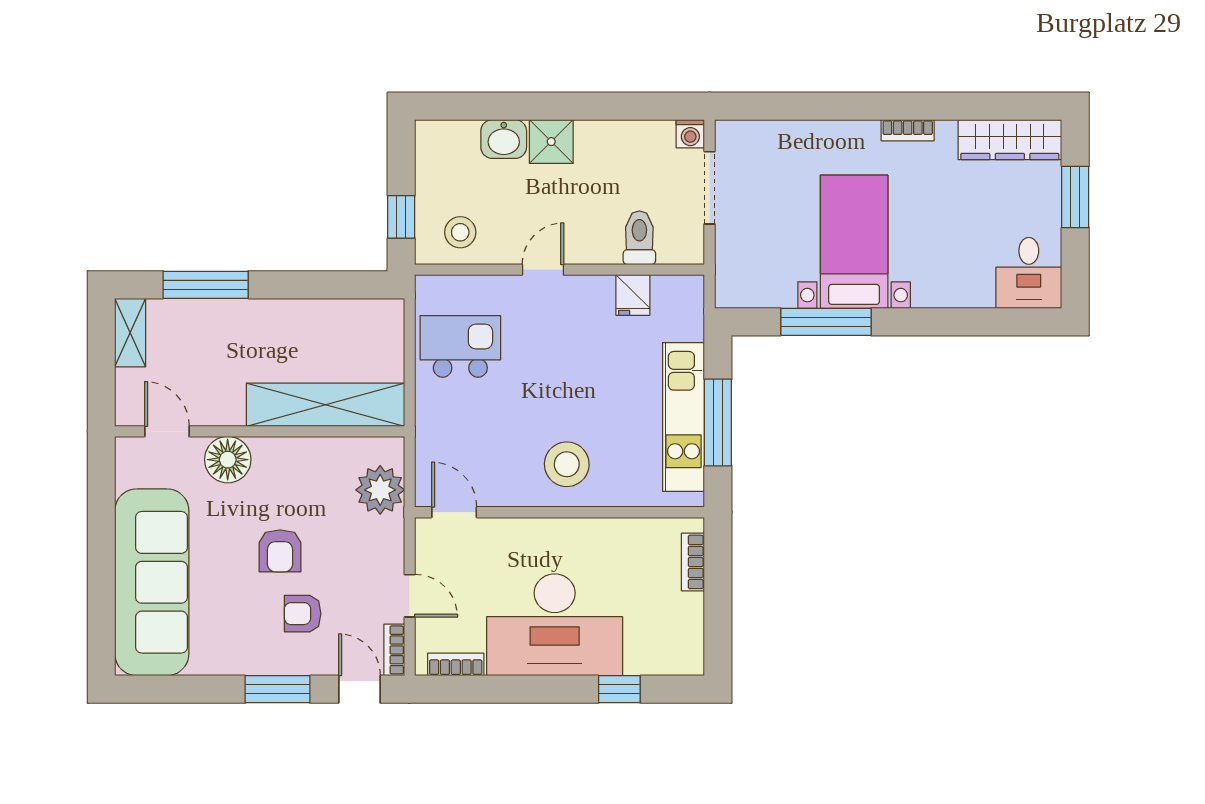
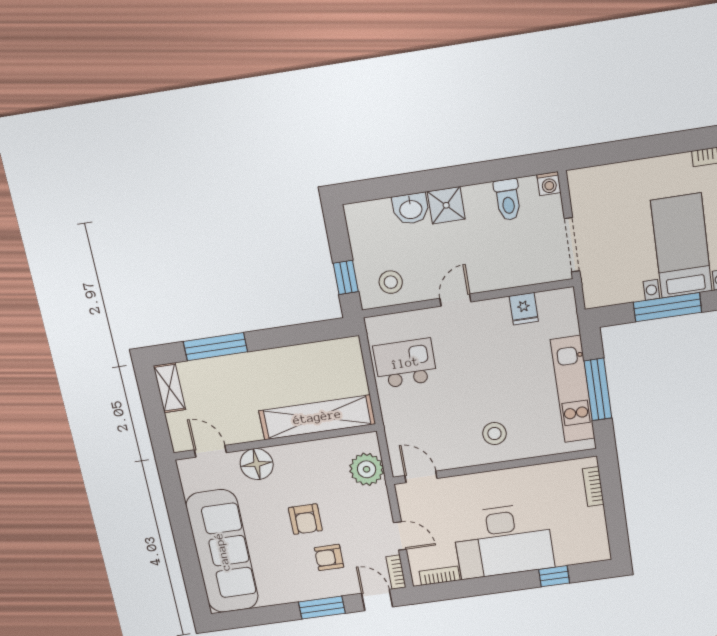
doorway: (710, 188) -> (572, 245), moved
toilet: (639, 238) -> (508, 200), moved, turned 180
stool: (567, 464) -> (494, 434), width x0.73, depth x0.73

